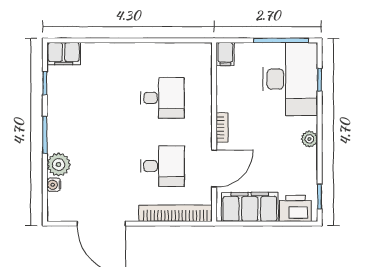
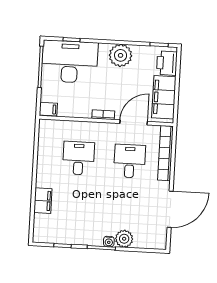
filing cabinet: (64, 54) -> (43, 201), moved
plant: (309, 139) -> (121, 55), width x1.87, depth x1.87
door: (214, 169) -> (134, 122), hinge flipped
water cooler: (54, 185) -> (109, 241), moved

